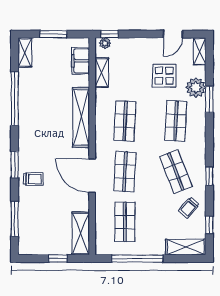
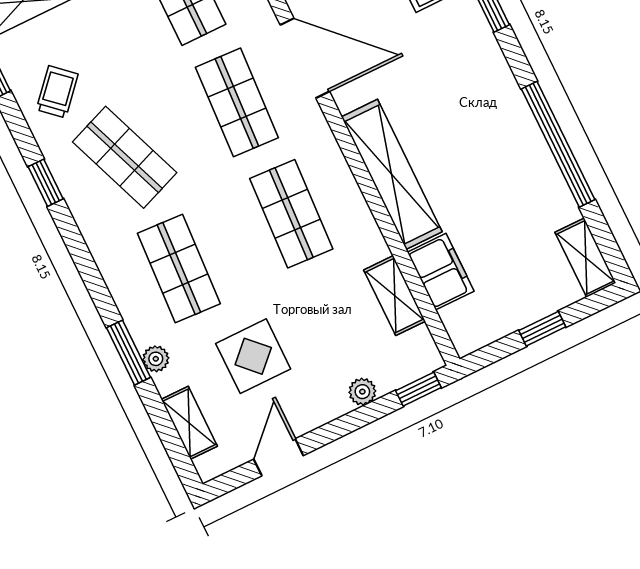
window: (53, 34) -> (542, 329), width x0.67
plant: (105, 43) -> (362, 392), moved
shelving: (200, 51) -> (189, 423), moved
filing cabinet: (80, 61) -> (441, 272), moved
plant: (196, 87) -> (156, 359), width x0.53, depth x0.53

